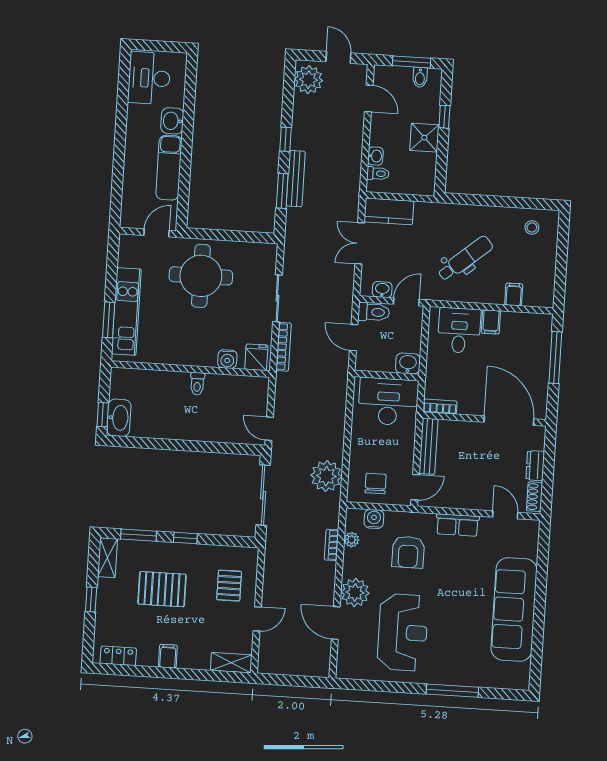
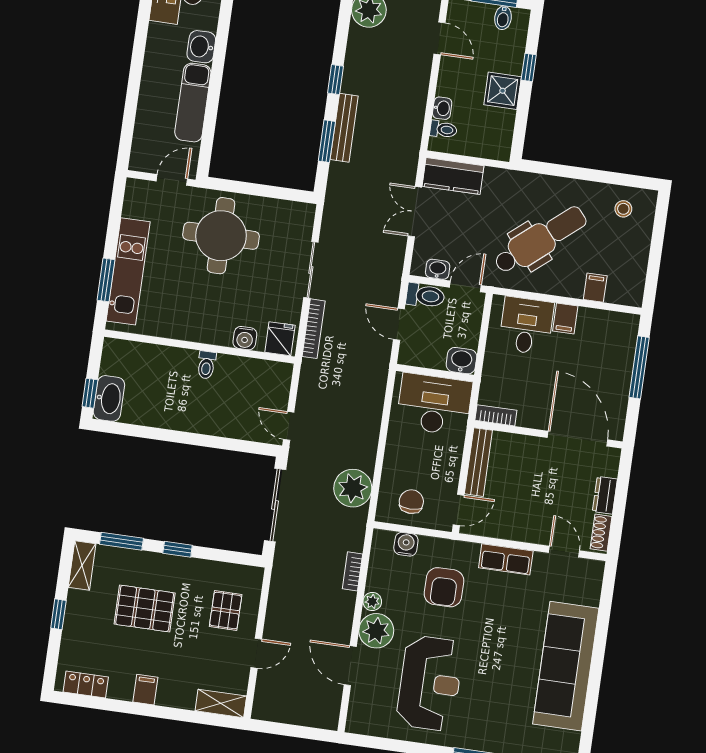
dental chair: (465, 259) -> (540, 240), width x1.36, depth x1.38
plant: (352, 540) -> (372, 602), moved

